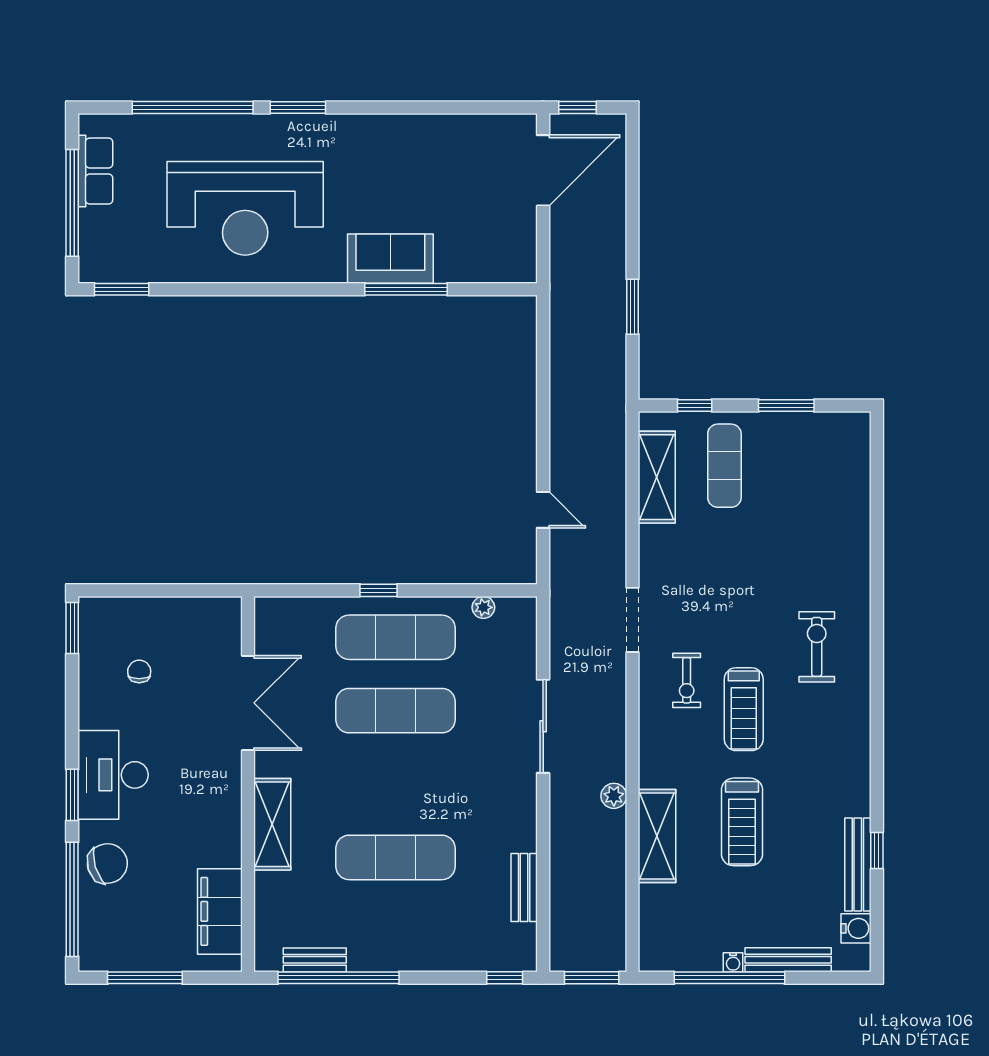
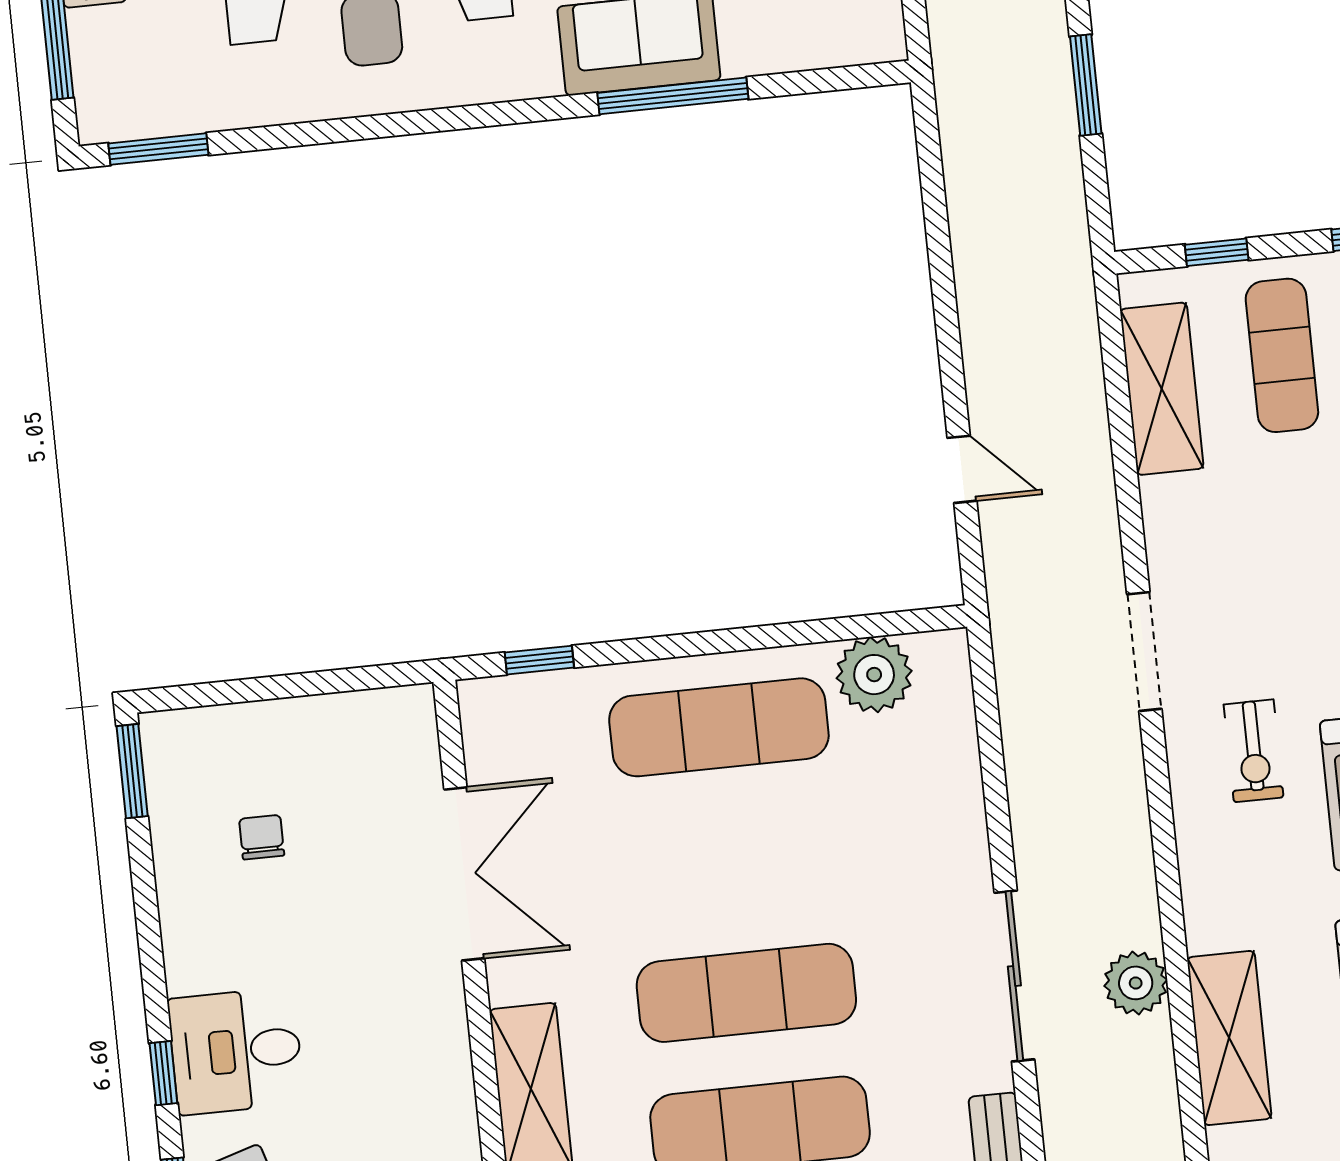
window: (379, 590) -> (539, 660), moved
plant: (483, 607) -> (874, 675), width x1.87, depth x1.87
exercise mat: (396, 711) -> (746, 993), moved
sliding door: (543, 726) -> (1014, 976), moved
desk: (113, 775) -> (236, 1051), width x0.73
window: (72, 795) -> (163, 1073), width x0.67
plant: (614, 796) -> (1136, 983), width x1.38, depth x1.38

